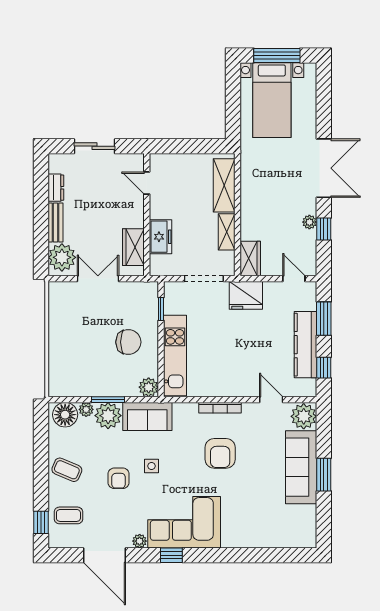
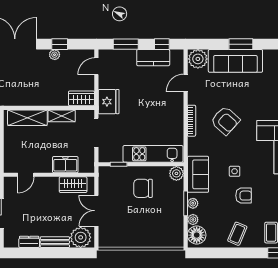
chair: (128, 342) -> (143, 188), turned -90
kitchen counter: (305, 345) -> (153, 58), width x0.67
plant: (108, 416) -> (193, 203), width x0.53, depth x0.53
armchair: (220, 453) -> (225, 121), turned 42

